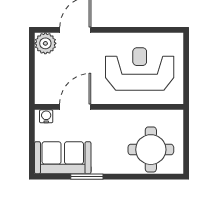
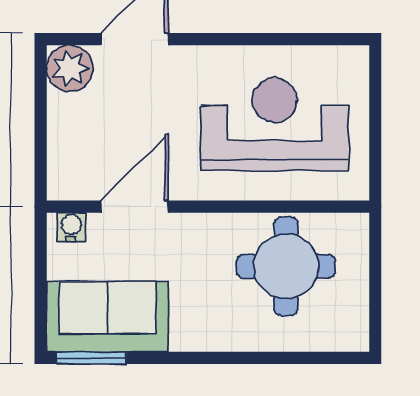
round table: (151, 150) -> (286, 266), moved
window: (87, 177) -> (91, 358), moved

